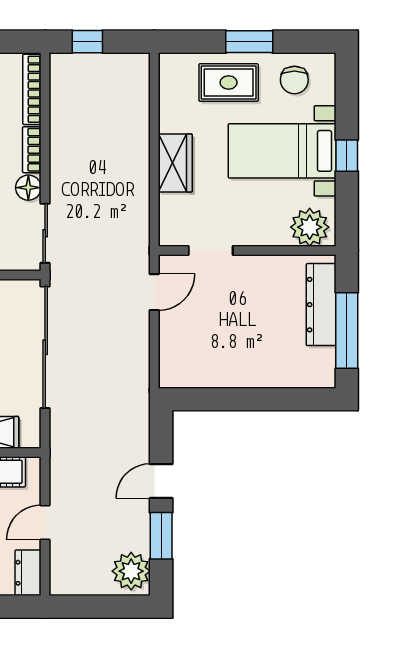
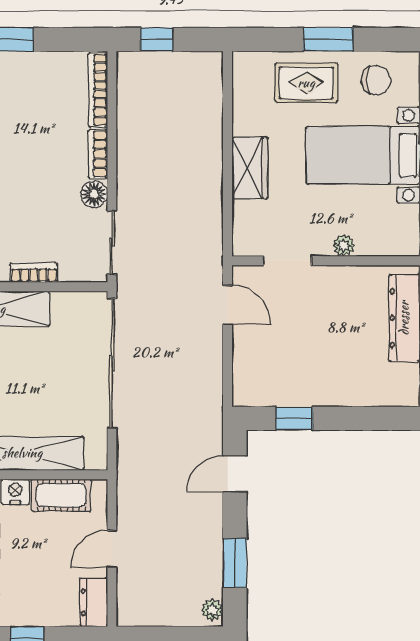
chair: (294, 80) -> (376, 80), turned -90
plant: (310, 227) -> (344, 246), moved, width x0.53, depth x0.53
door: (154, 292) -> (228, 305), hinge flipped
window: (217, 399) -> (294, 418), added
door: (161, 481) -> (235, 474), moved
plant: (131, 571) -> (212, 610), width x0.53, depth x0.53

